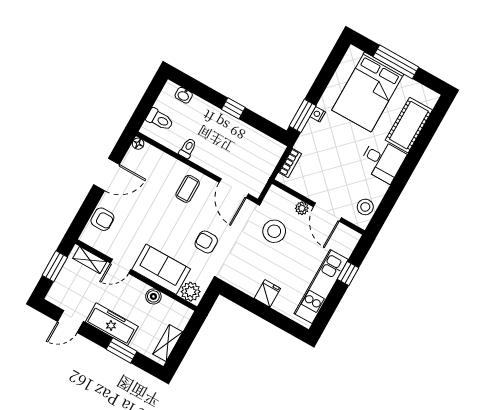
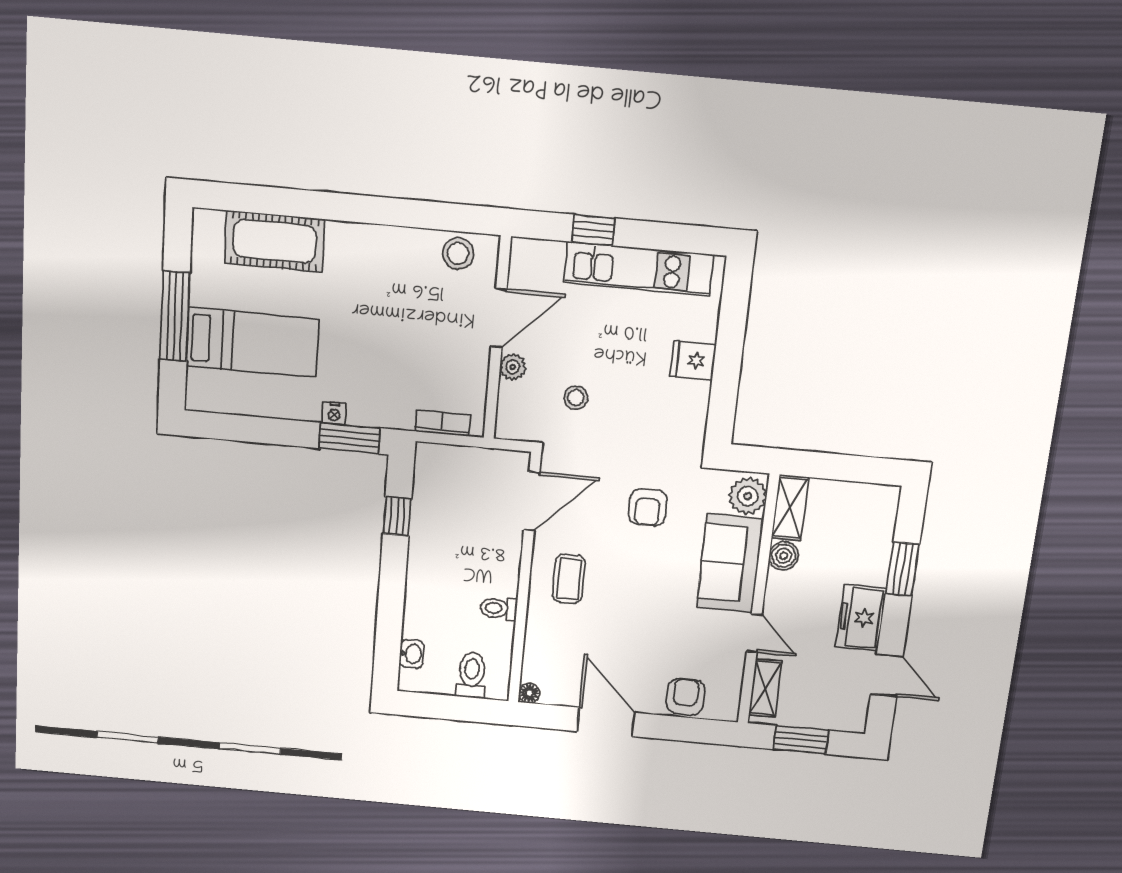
bed: (368, 92) -> (252, 342), width x0.67
window: (233, 108) -> (397, 516), moved
desk: (383, 160) -> (360, 260), removed
coffee table: (188, 189) -> (569, 579), turned 90
stool: (274, 231) -> (576, 398), width x0.53, depth x0.53
freezer: (112, 324) -> (861, 618), width x0.71
shelving: (168, 343) -> (790, 508), moved, turned 90

